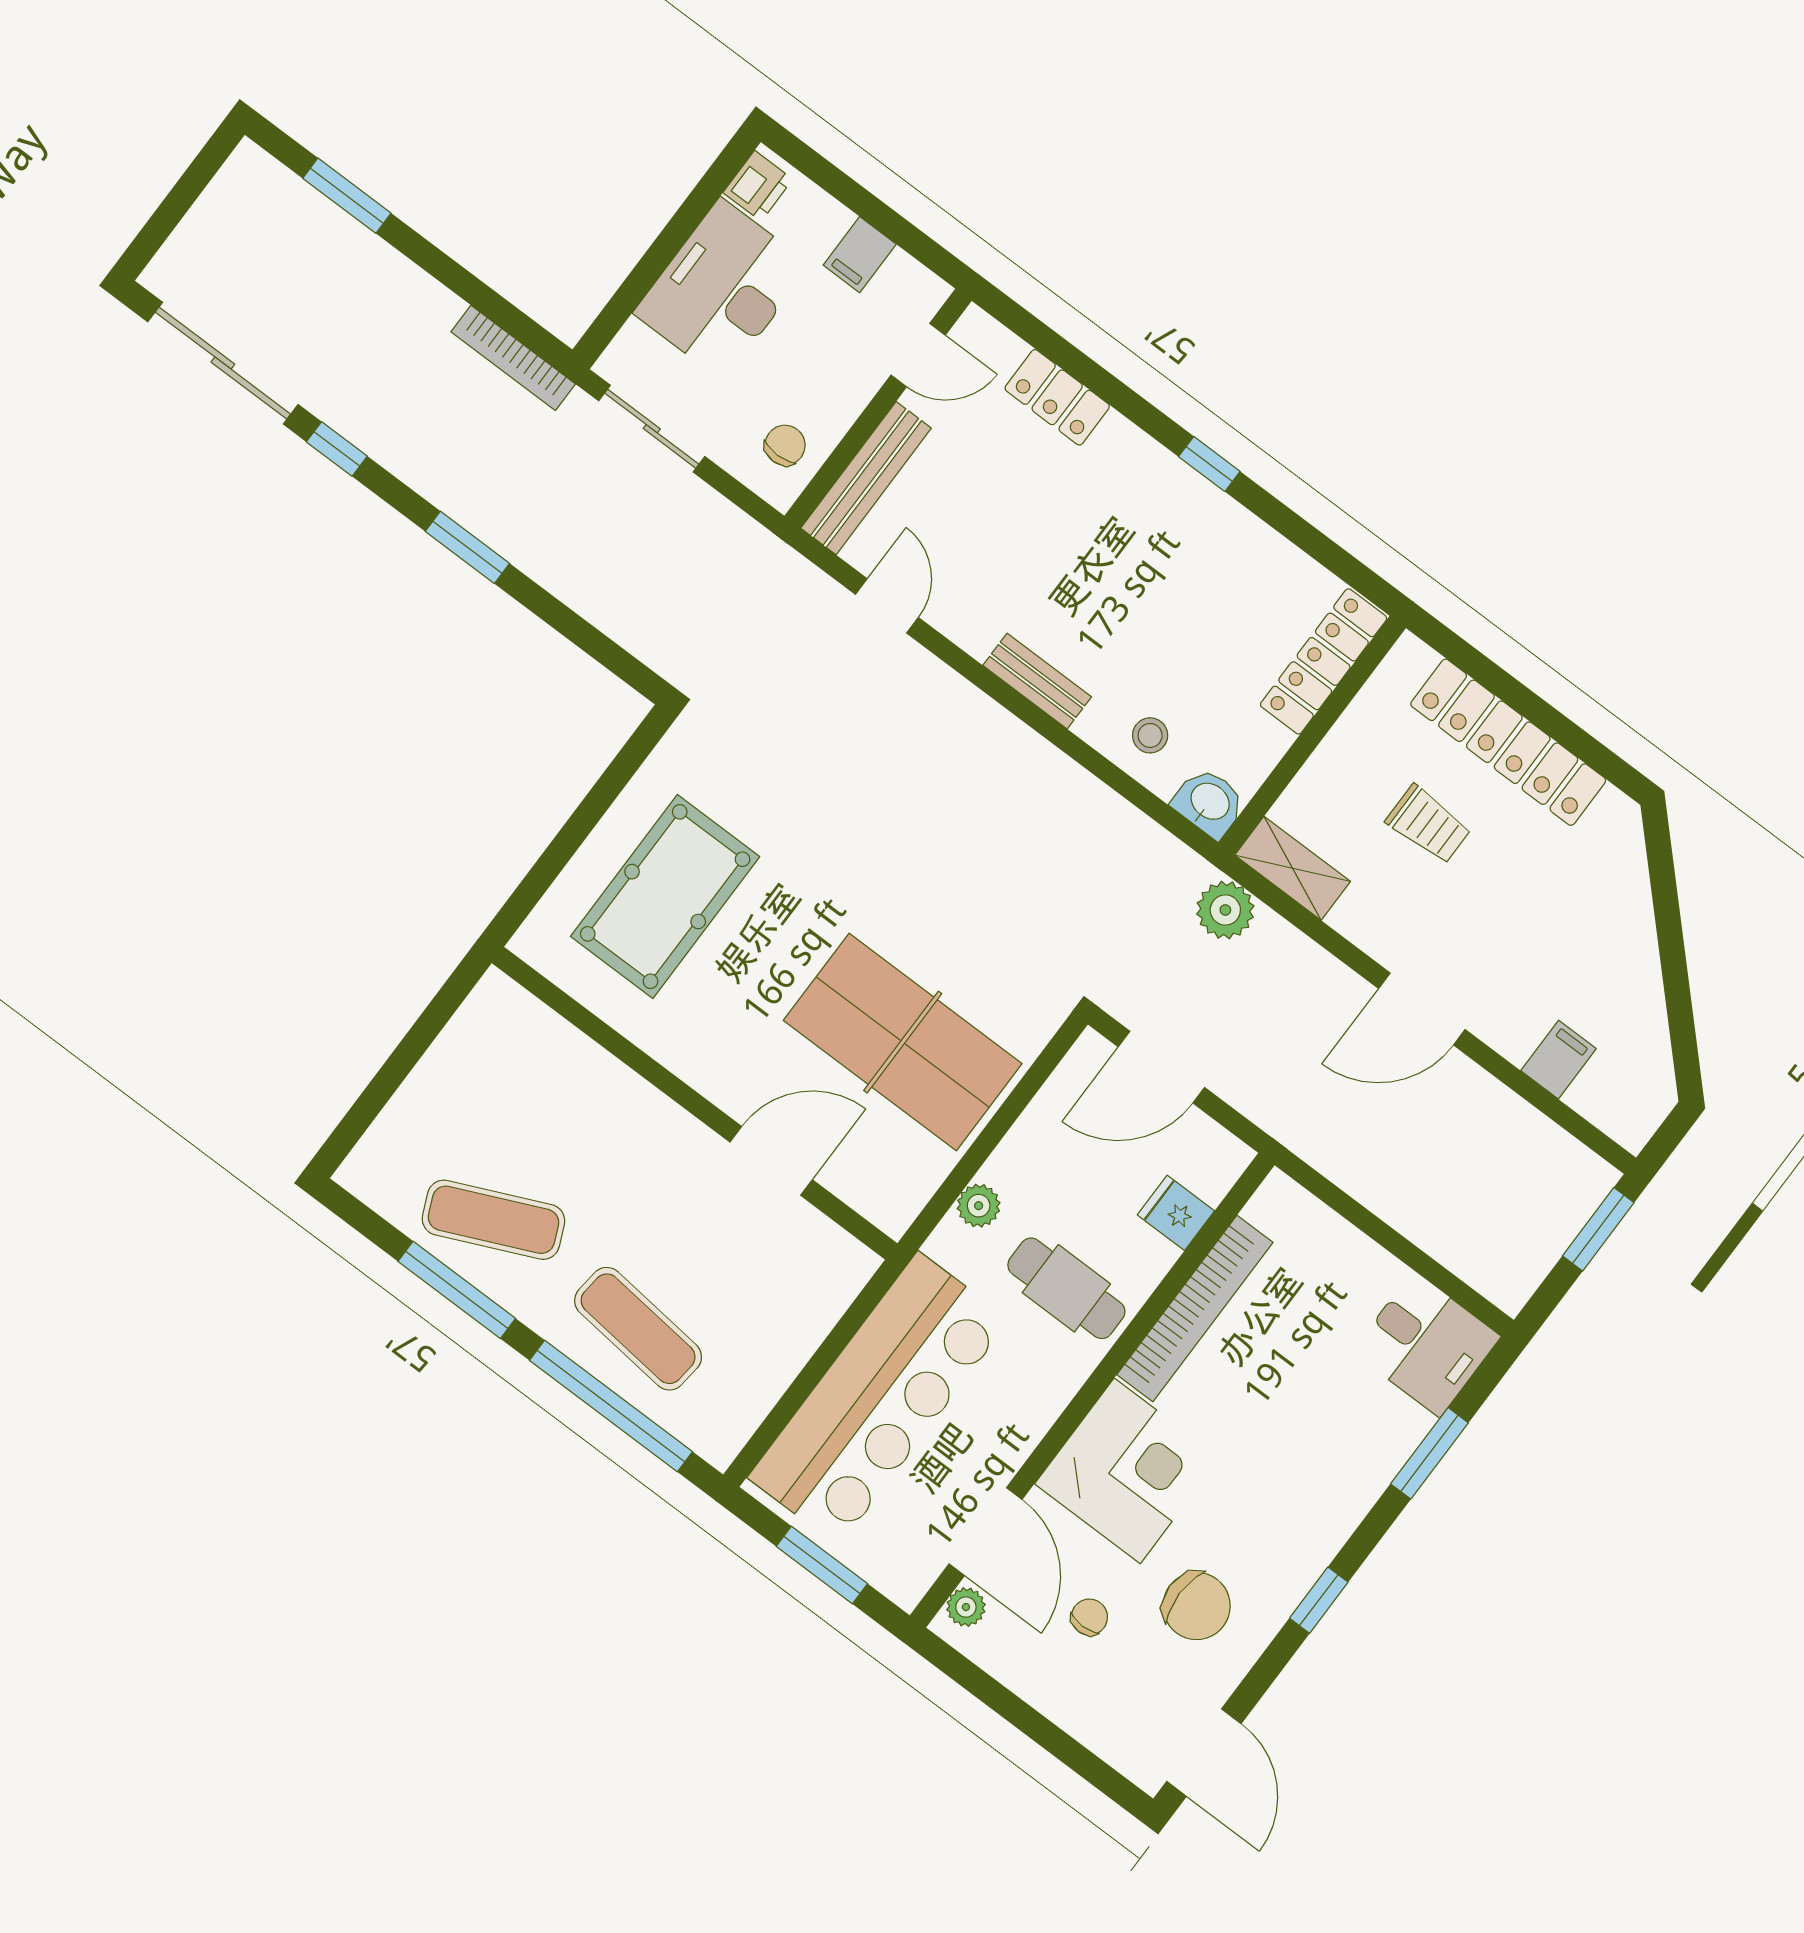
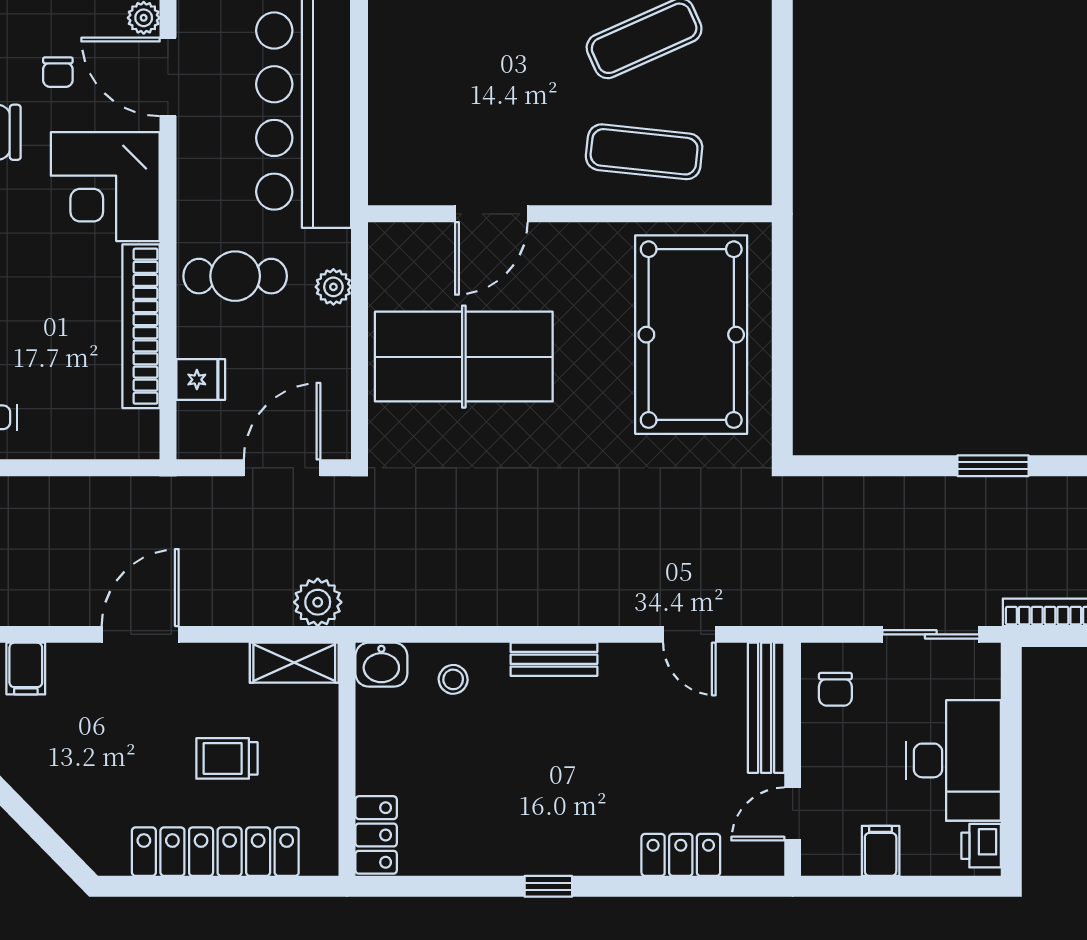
locker: (1324, 661) -> (376, 835), width x0.66
pool table: (665, 897) -> (691, 335), width x1.36, depth x1.32
exercise mat: (638, 1329) -> (644, 152), moved

